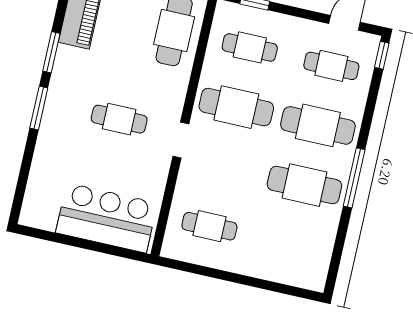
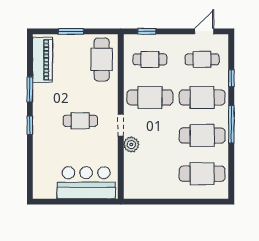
window: (382, 55) -> (231, 78), moved
window: (39, 108) -> (30, 125), width x0.67
plant: (191, 174) -> (131, 145), added
cafe table: (209, 226) -> (202, 174), moved, width x1.37, depth x1.35

